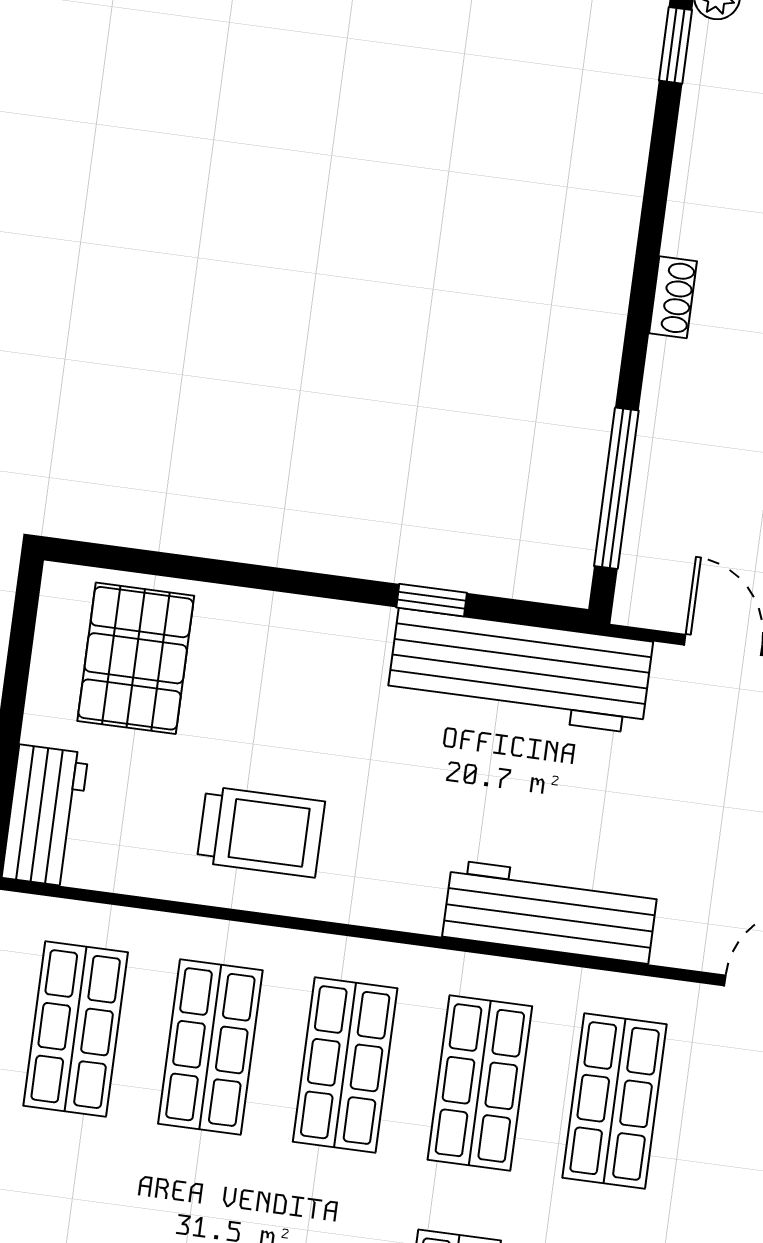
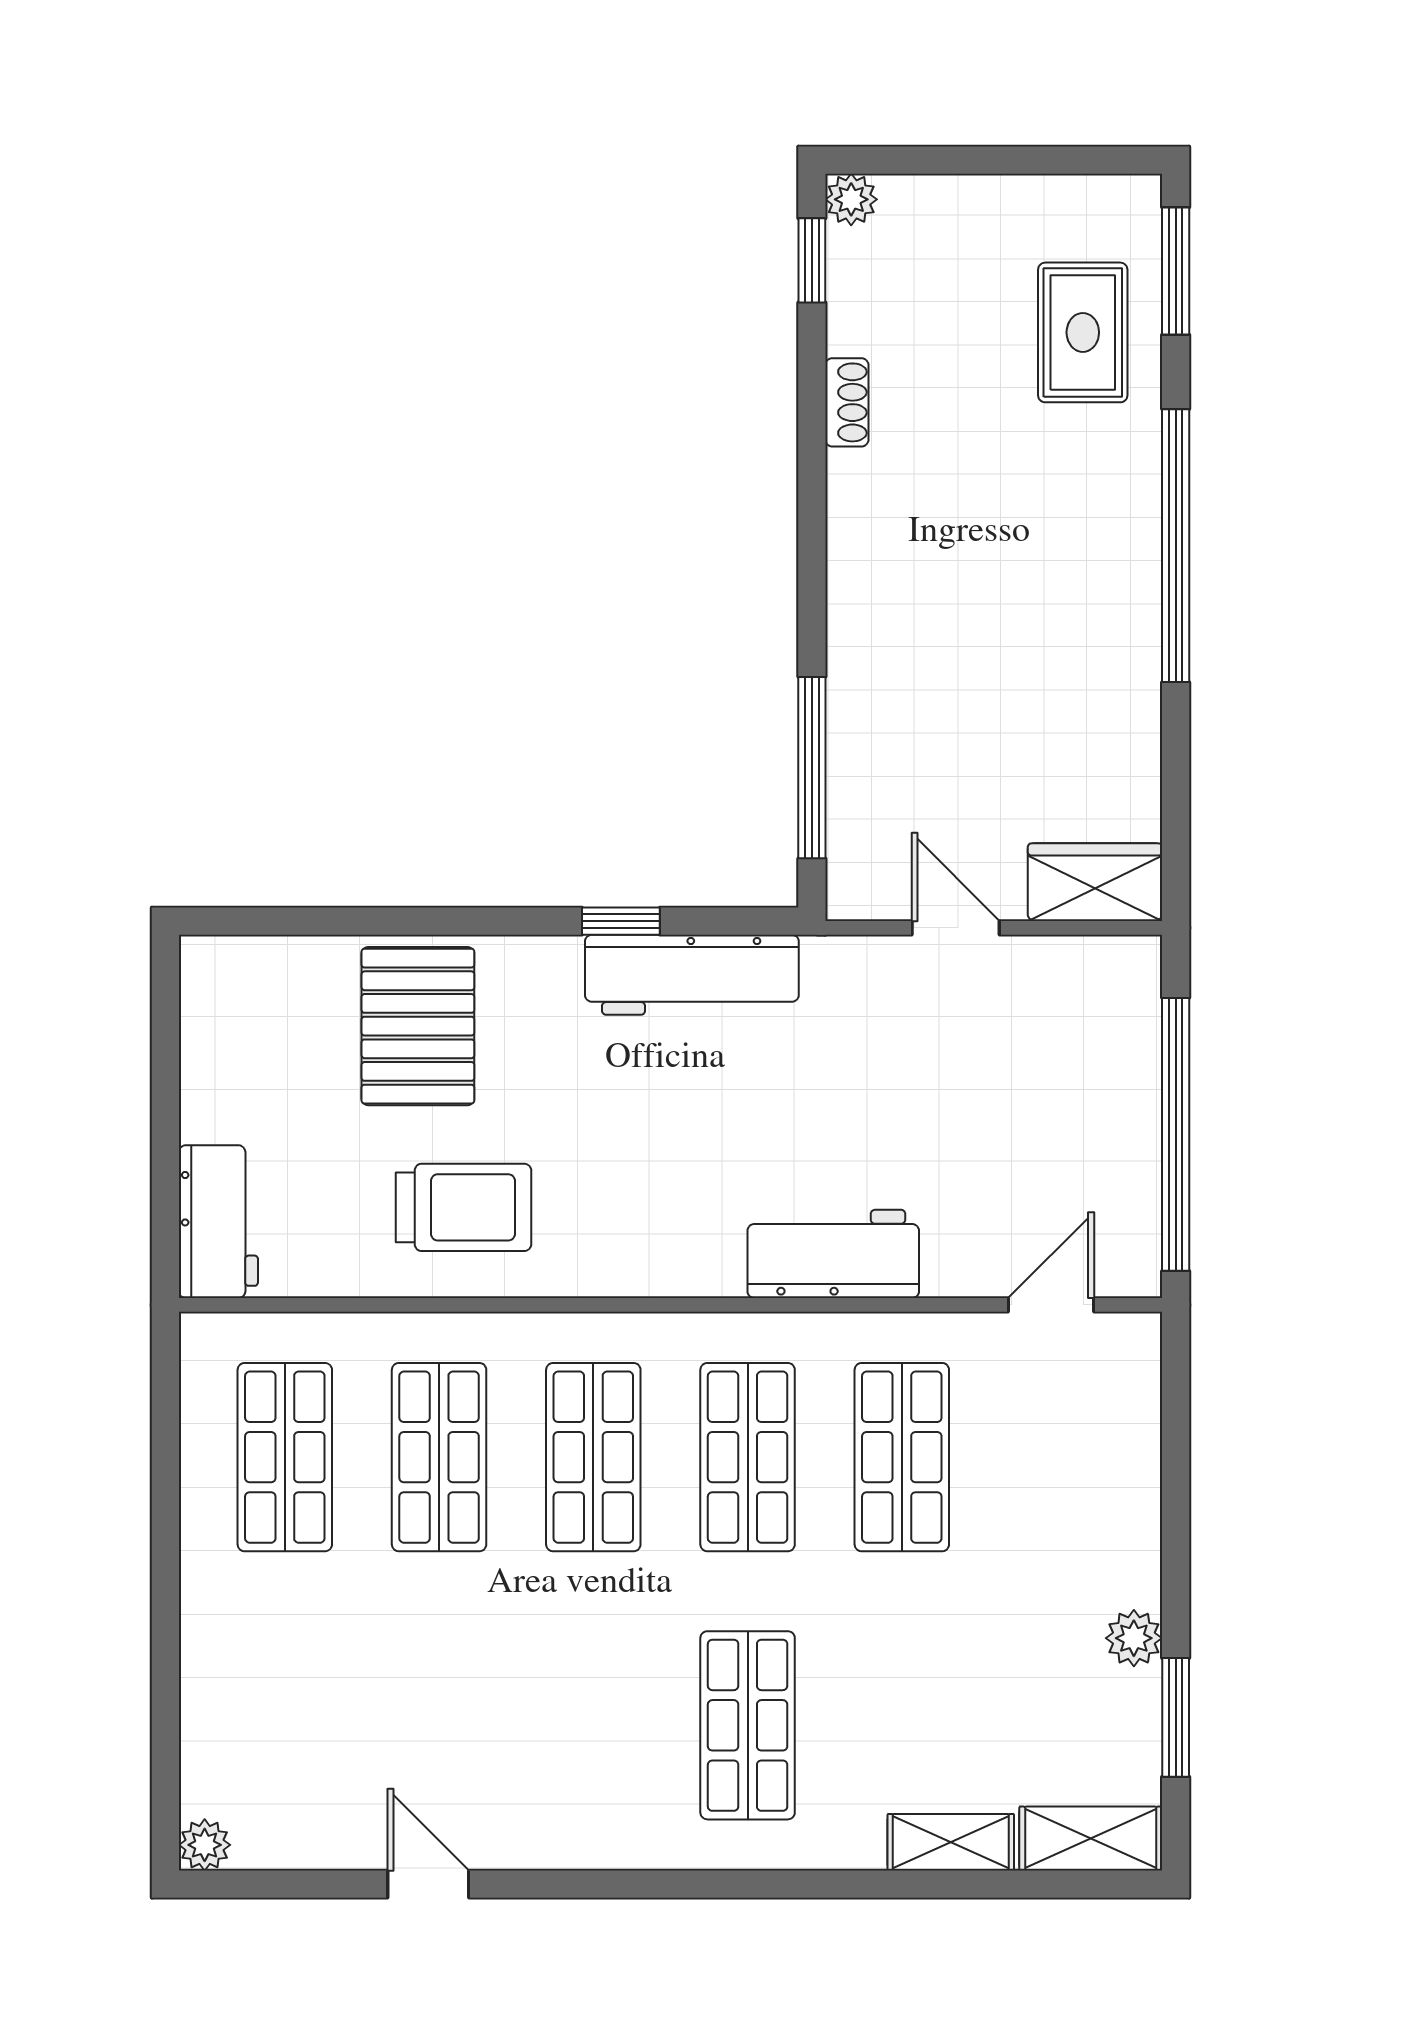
shoe rack: (673, 297) -> (847, 402), moved
pallet: (136, 658) -> (418, 1026), moved
workbench: (520, 671) -> (692, 975), width x0.73, depth x0.76
workbench: (550, 912) -> (833, 1254), width x0.73

